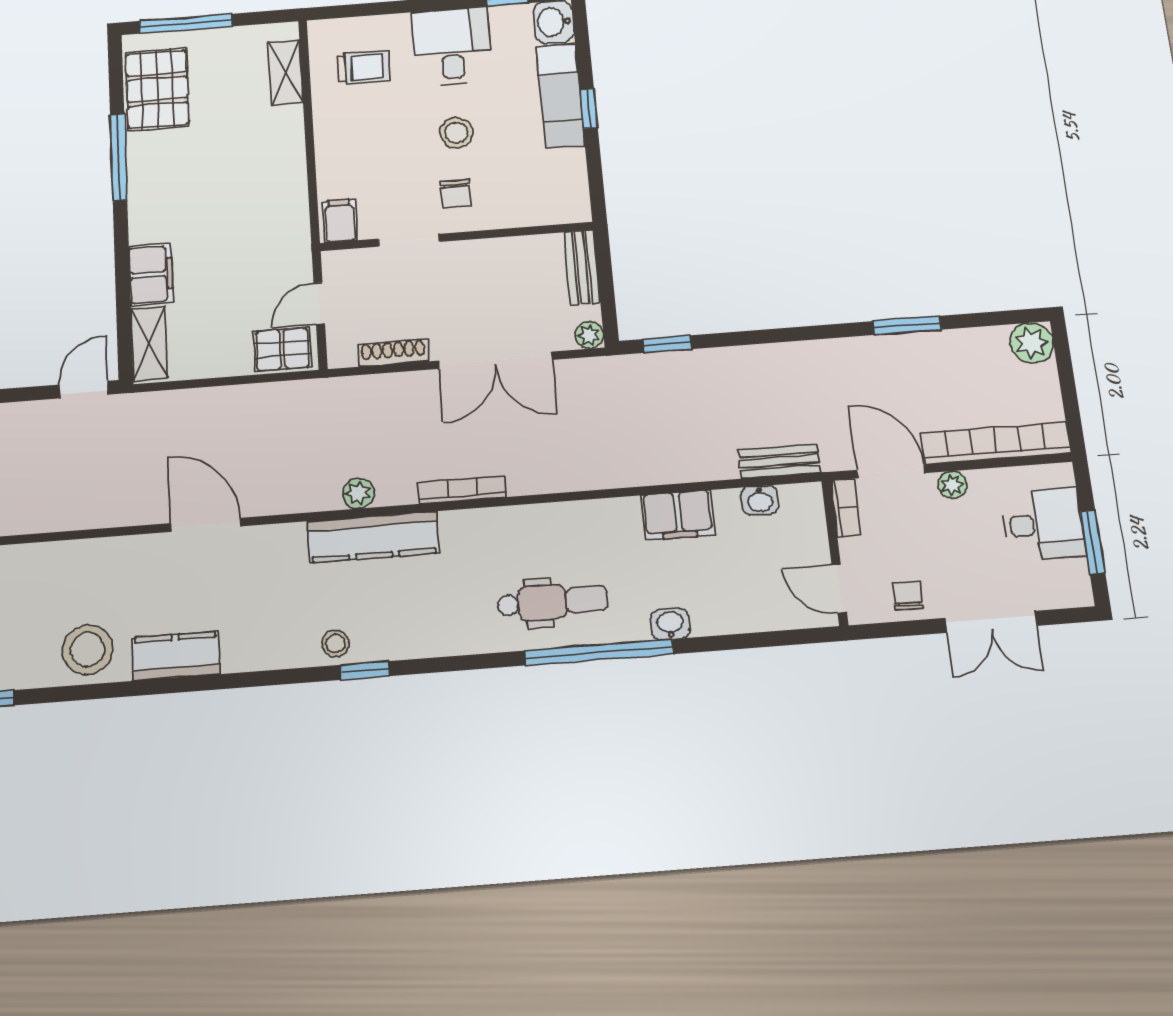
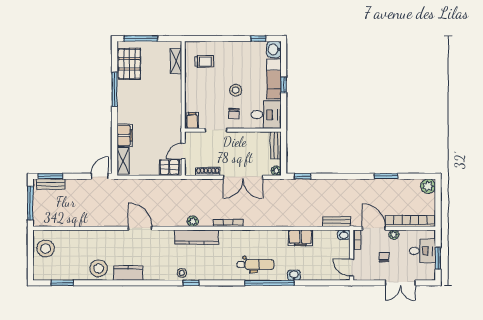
desk: (452, 46) -> (266, 115), moved, turned 90
washbasin: (760, 500) -> (344, 235), moved
chair: (908, 596) -> (384, 257), moved

